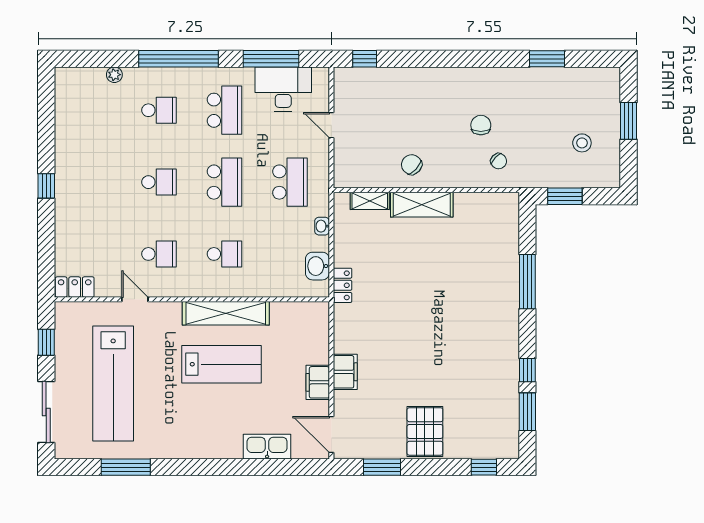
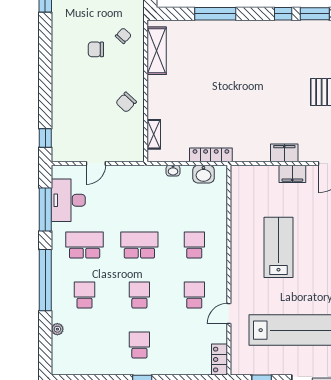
school desk: (290, 182) -> (139, 345), moved, width x0.54
shelving: (422, 205) -> (157, 51), moved
locker: (343, 285) -> (211, 155), width x1.53
shelving: (226, 313) -> (240, 244), removed

